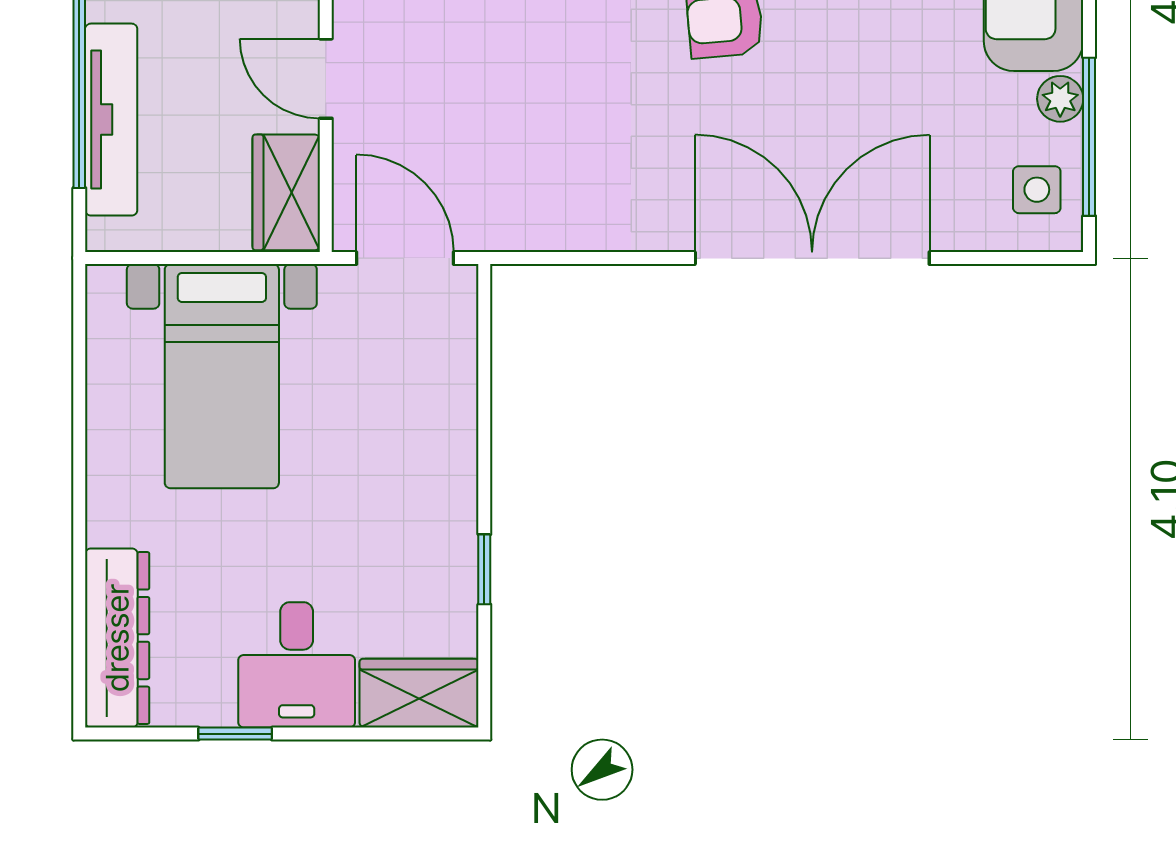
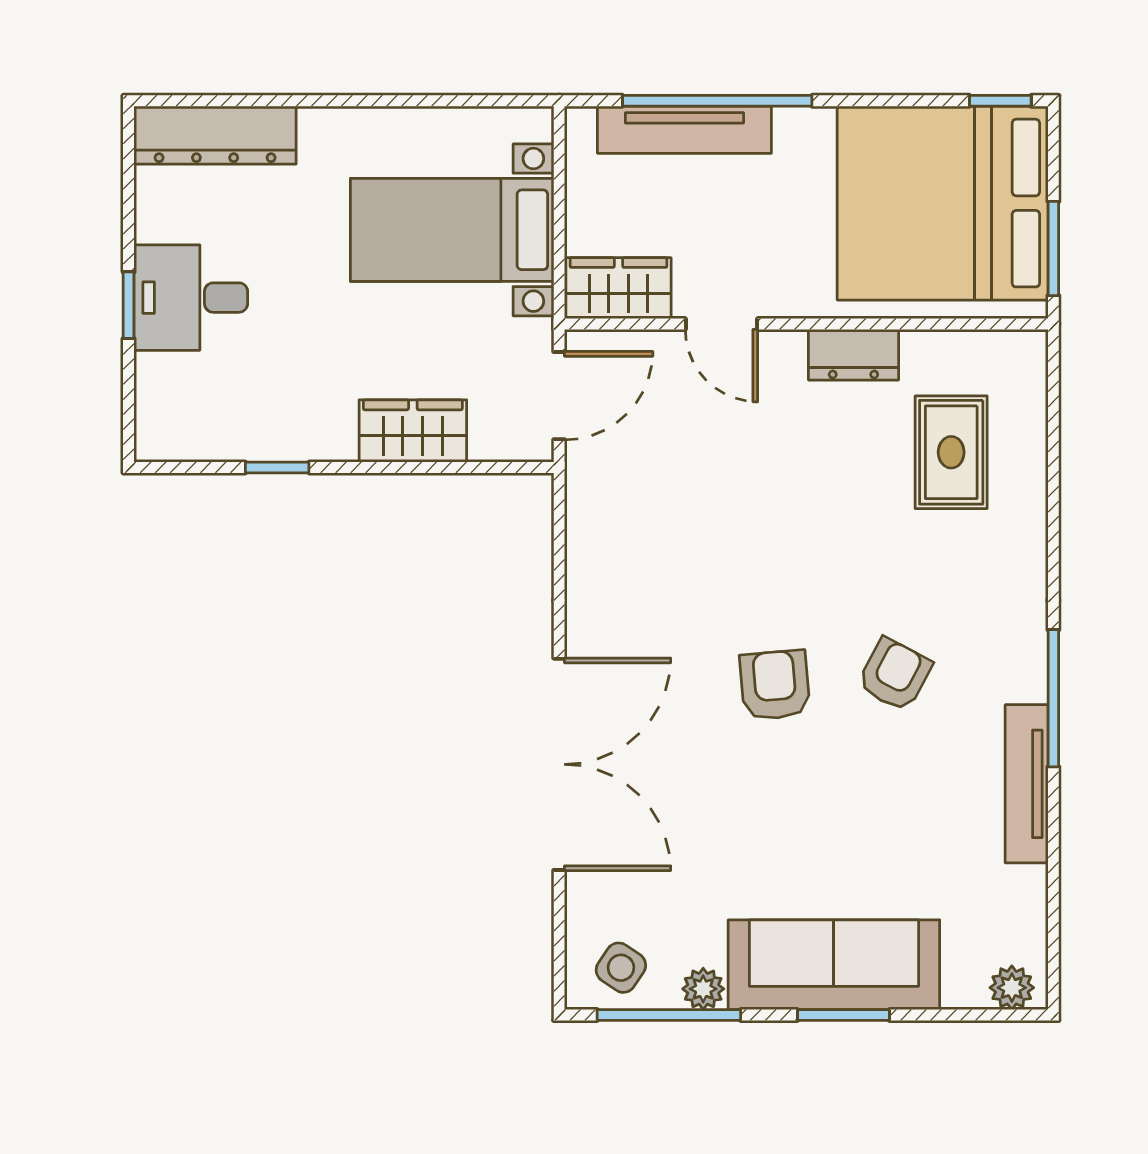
door: (326, 79) -> (722, 324), swing flipped
side table: (1037, 190) -> (621, 968), turned 34
wardrobe: (419, 693) -> (413, 431), moved, turned -90
window: (235, 734) -> (129, 305), moved

